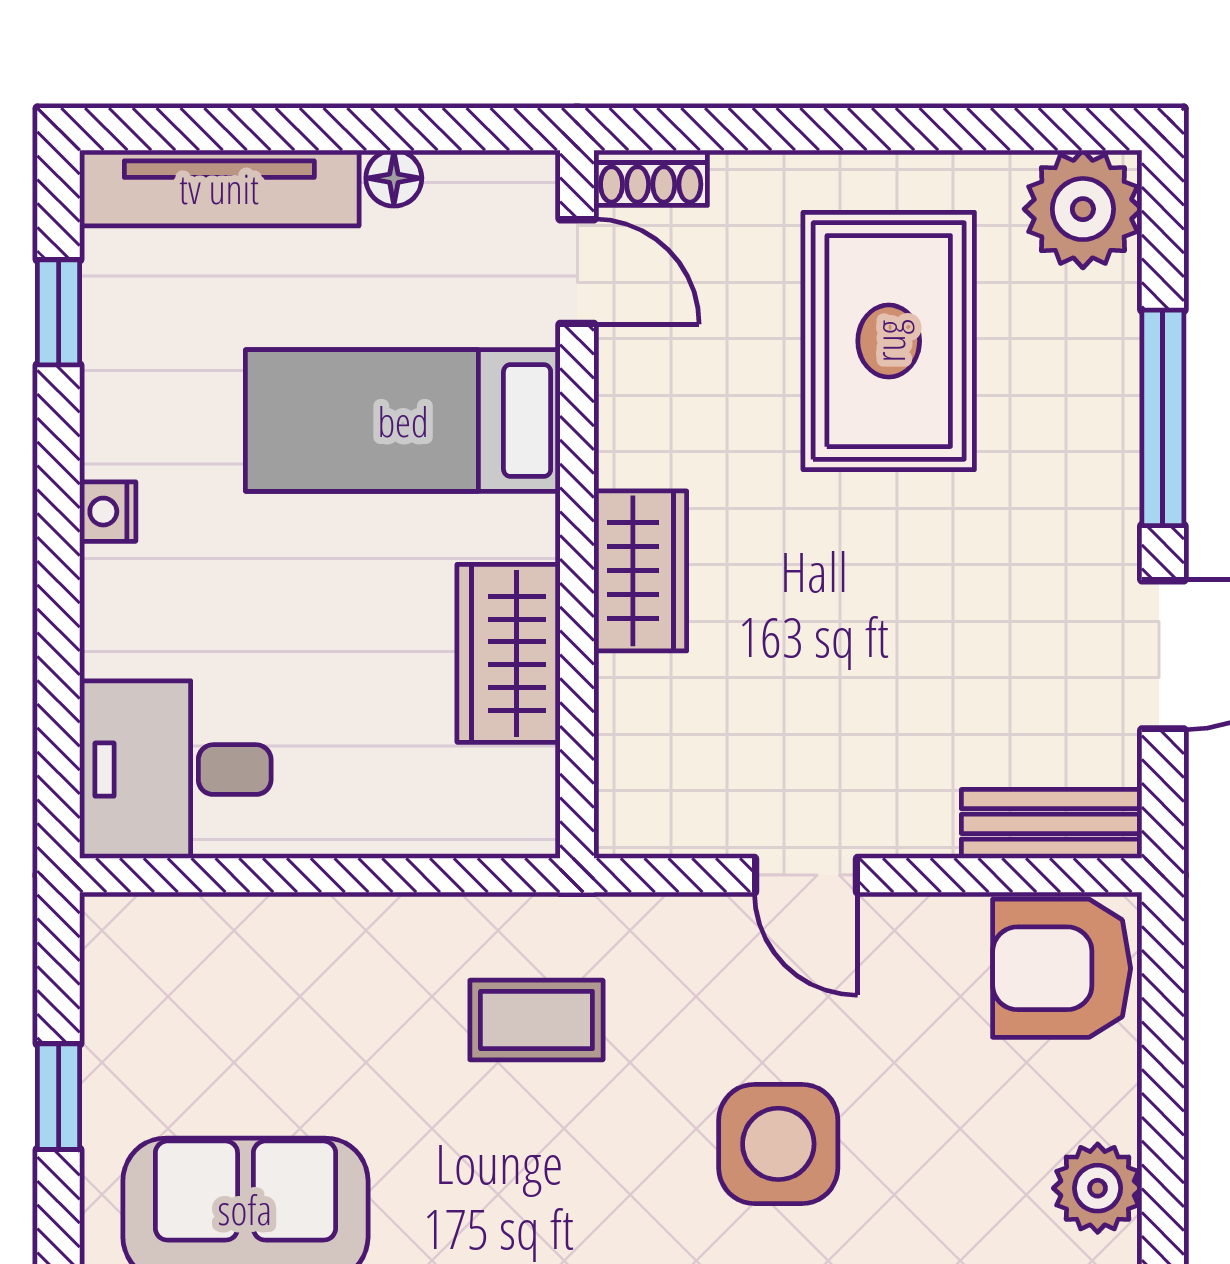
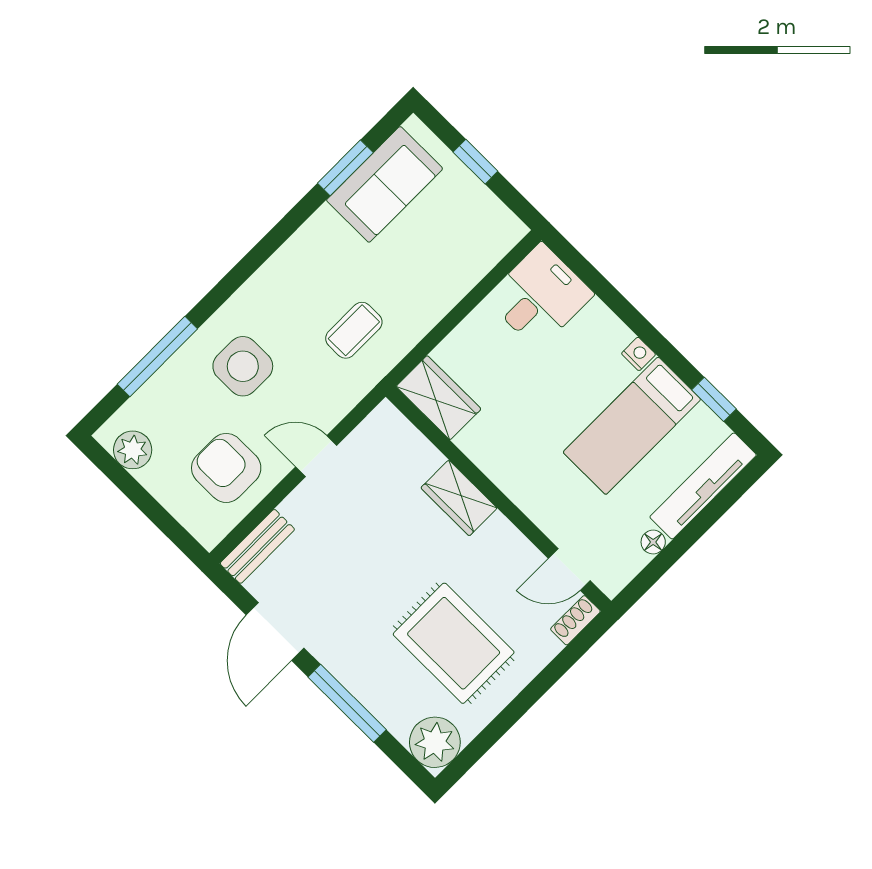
bed: (403, 421) -> (632, 426), moved, turned 180
wardrobe: (509, 653) -> (439, 398), moved
armchair: (1062, 968) -> (226, 468), moved, turned -90

